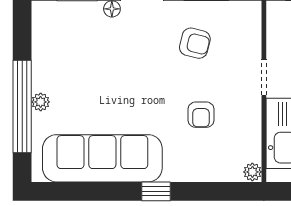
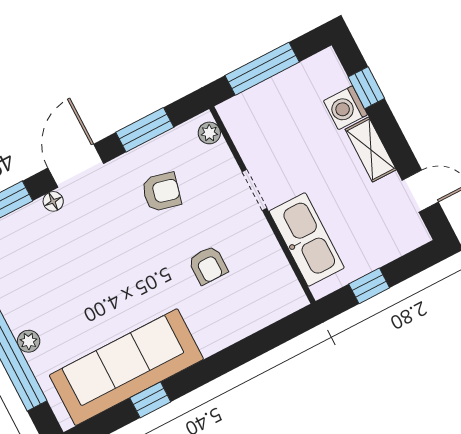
plant: (252, 172) -> (209, 133), moved
window: (156, 191) -> (150, 400), moved

